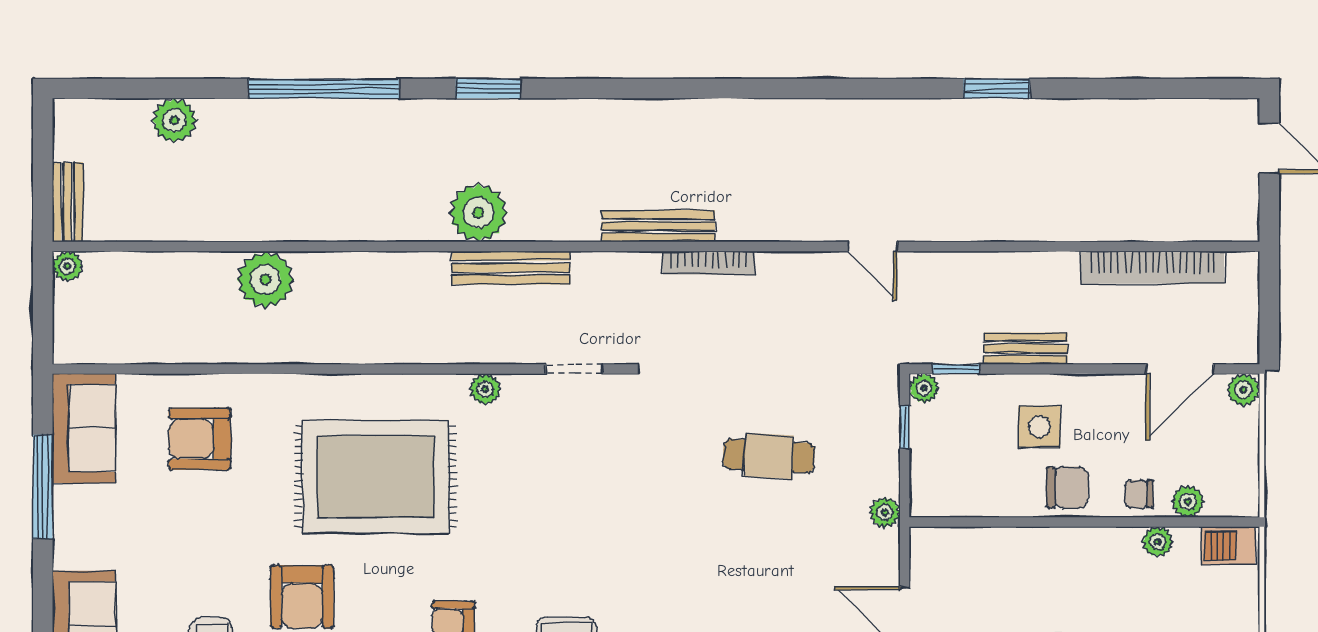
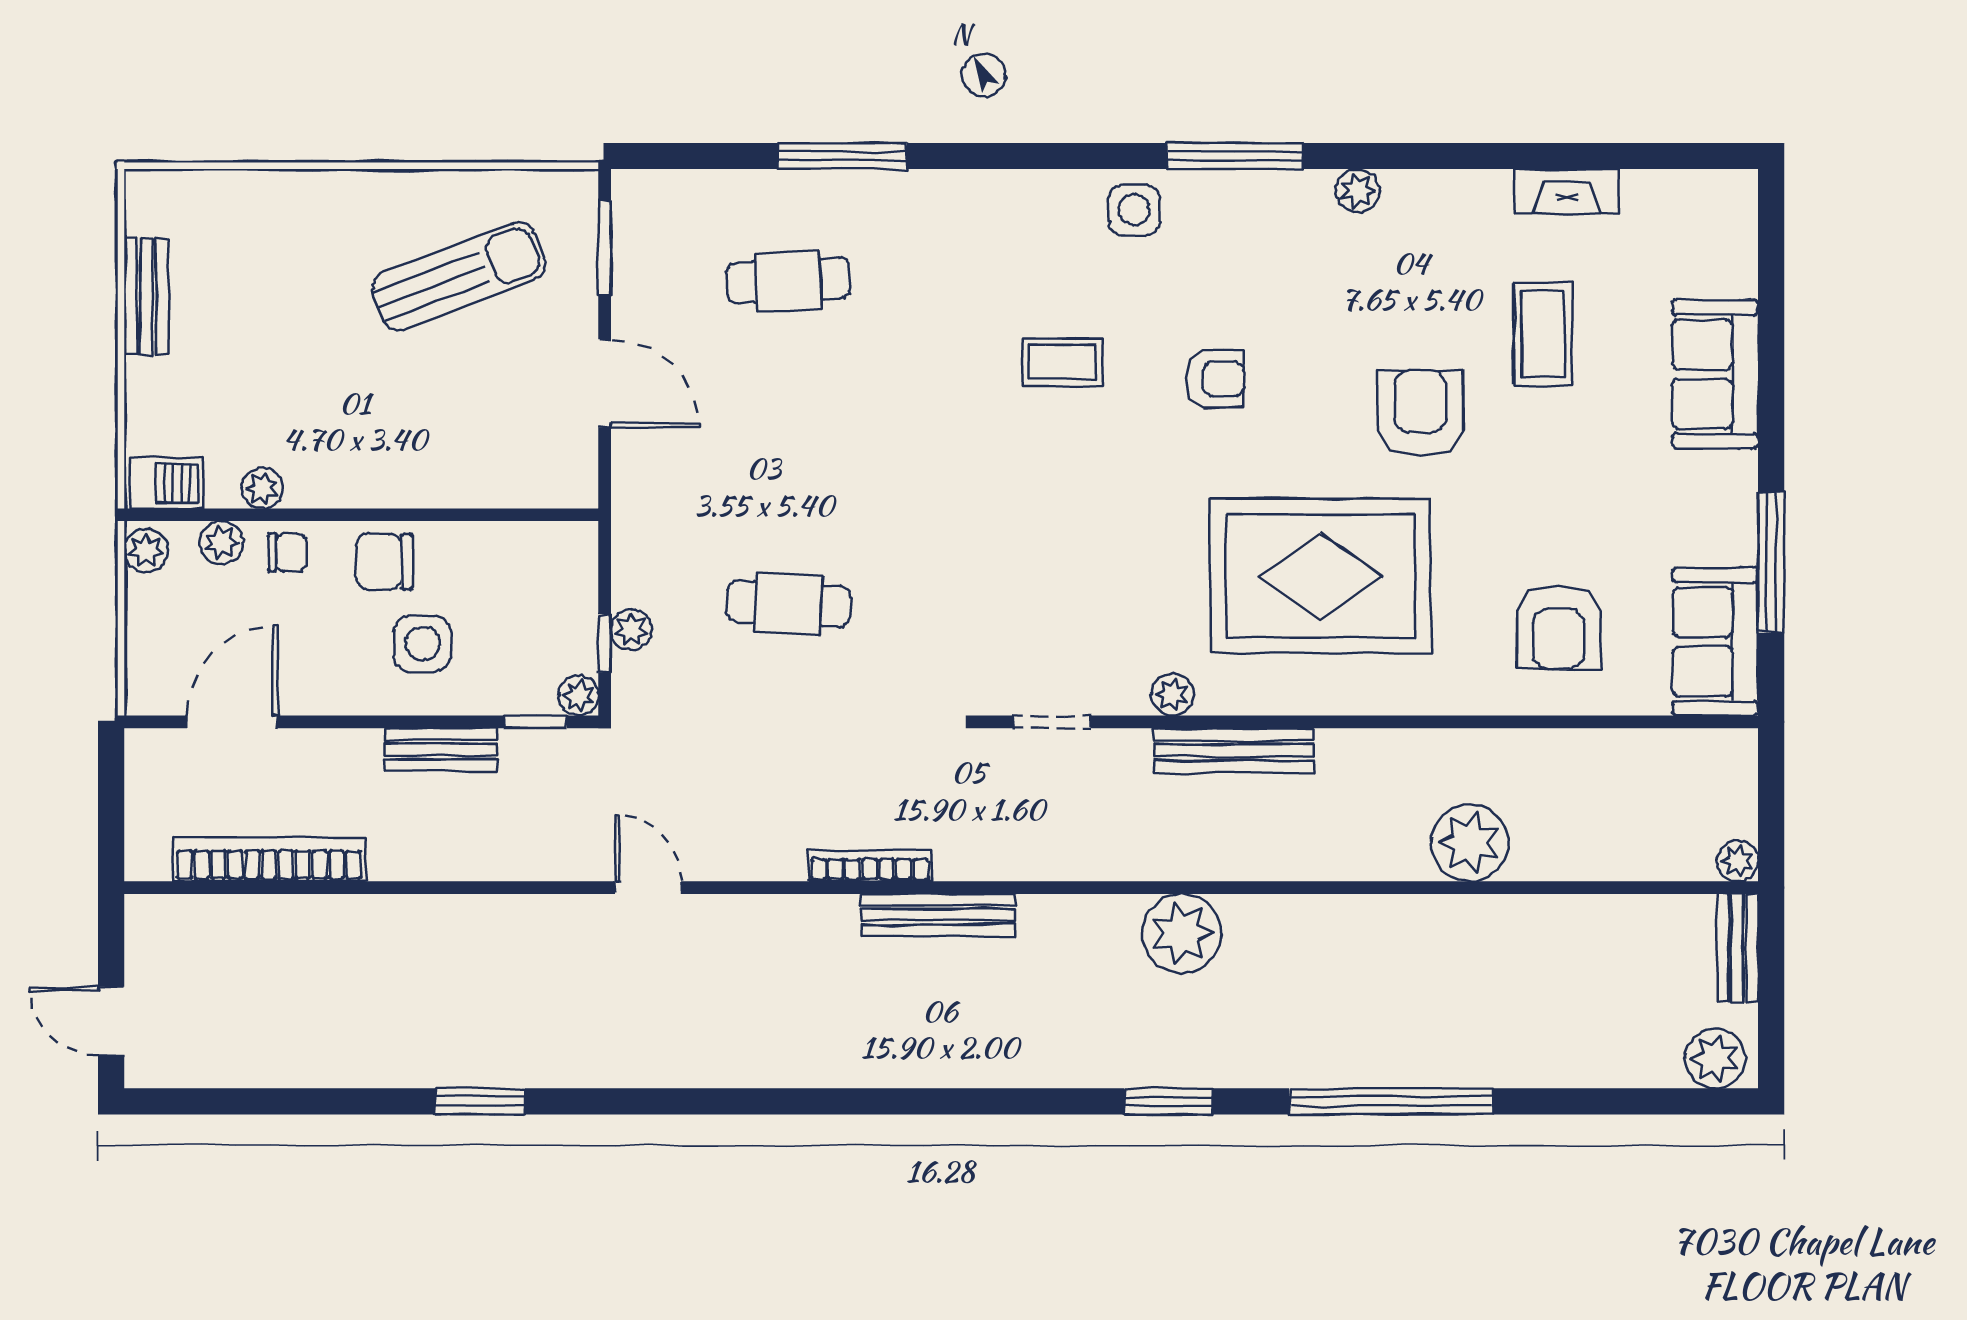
plant: (174, 120) -> (1715, 1058), moved
bench: (511, 268) -> (1234, 751), moved
plant: (1243, 390) -> (146, 550), moved
armchair: (200, 439) -> (1559, 627), turned 90
plant: (885, 512) -> (631, 630), moved

